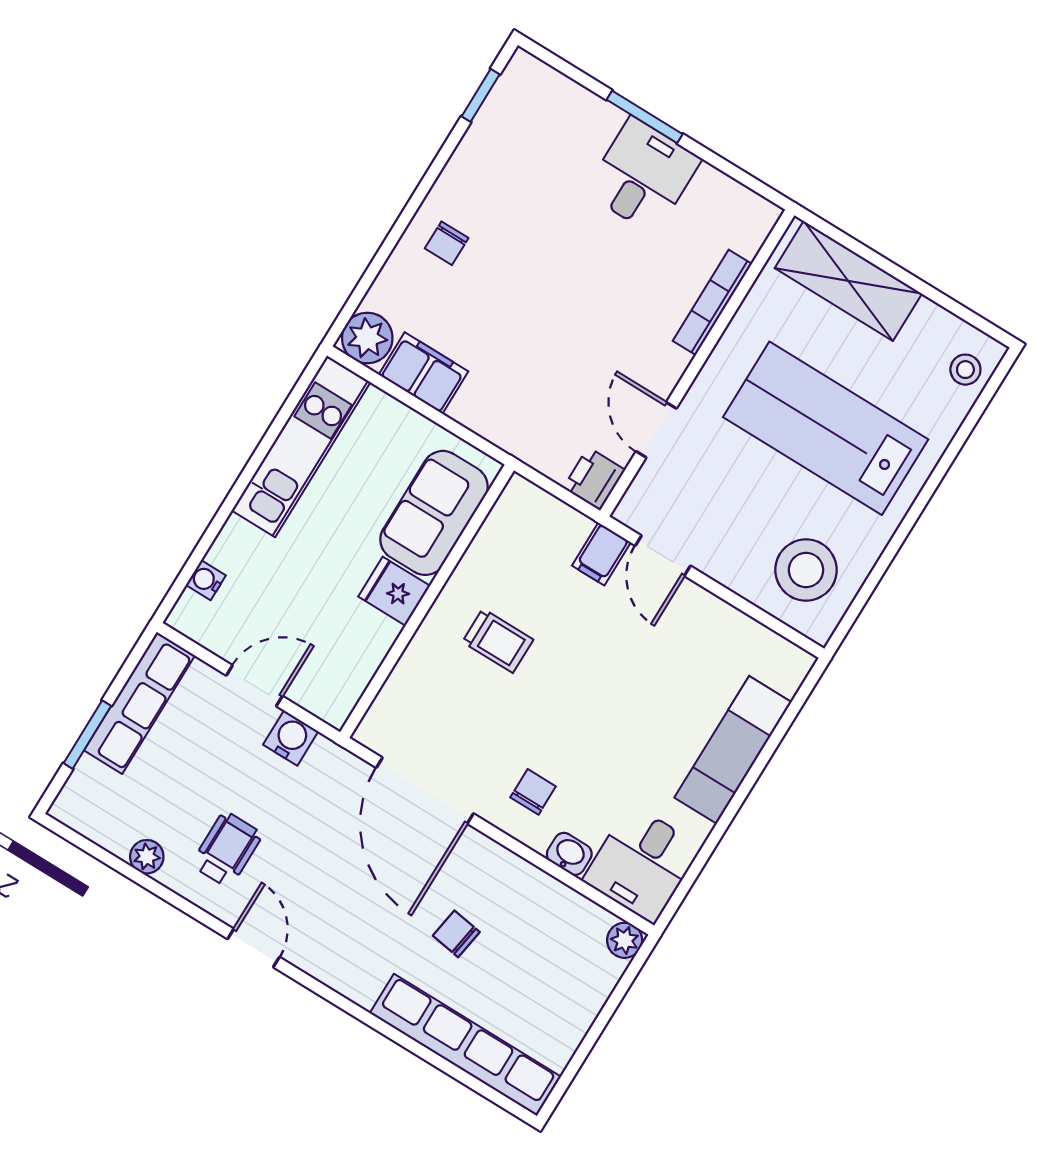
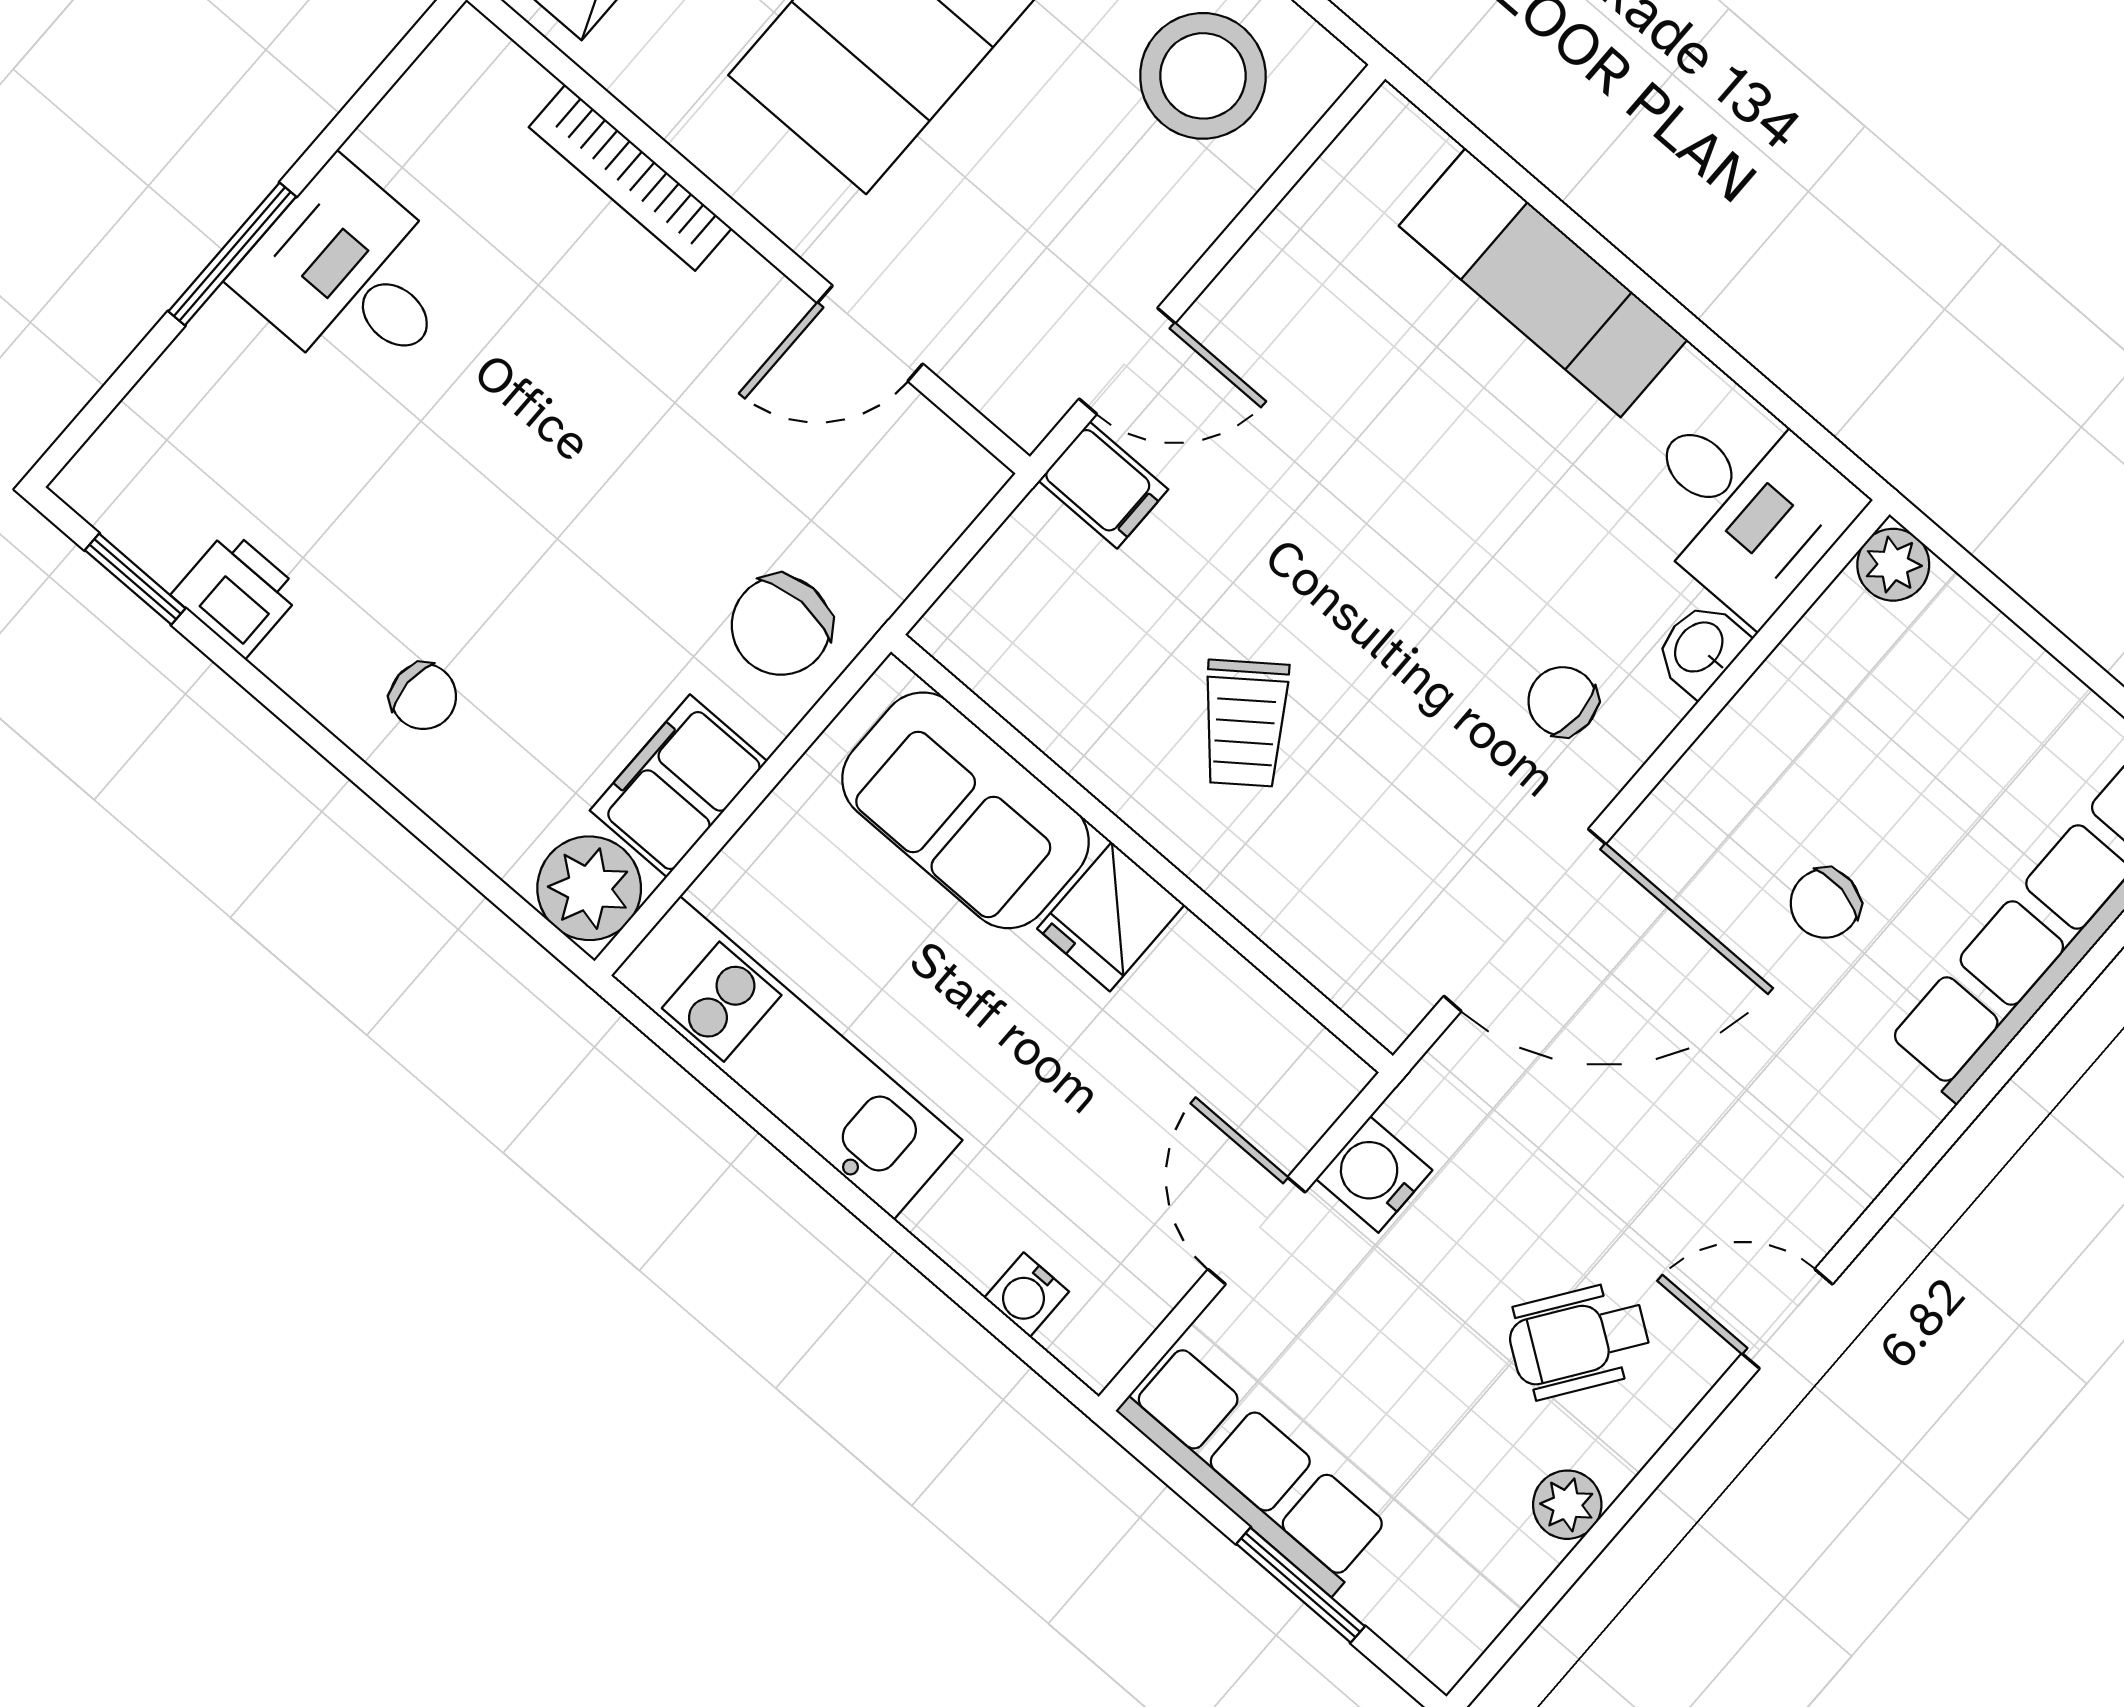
chair: (509, 410) -> (781, 626), added
printer: (594, 479) -> (237, 593), moved, turned 180
trolley: (498, 641) -> (1245, 723), turned 143
wheelchair: (227, 849) -> (1579, 1340), turned -55

